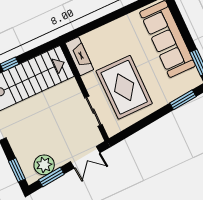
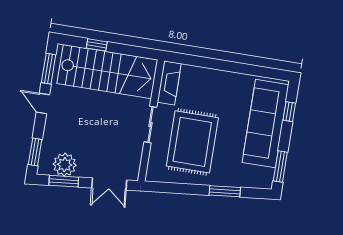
window: (179, 19) -> (289, 112), added
window: (183, 100) -> (225, 191), moved
sliding door: (93, 111) -> (150, 124), moved

